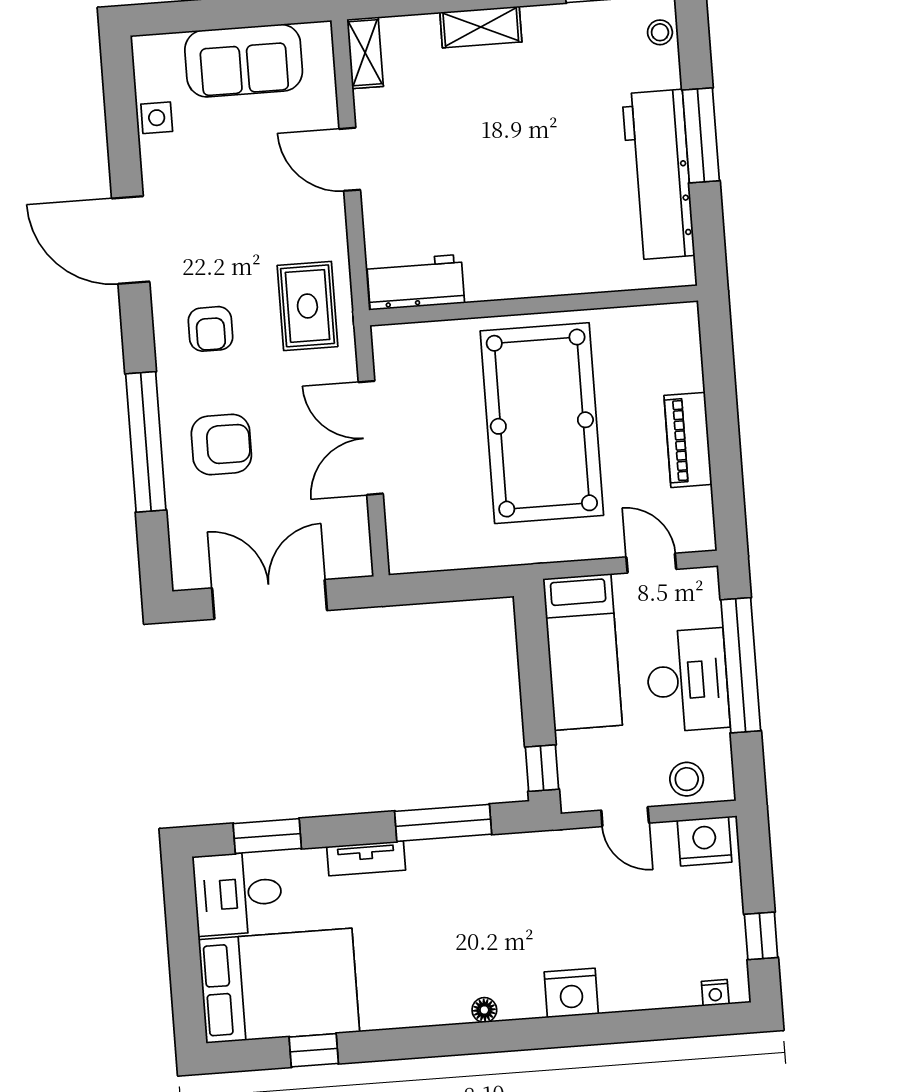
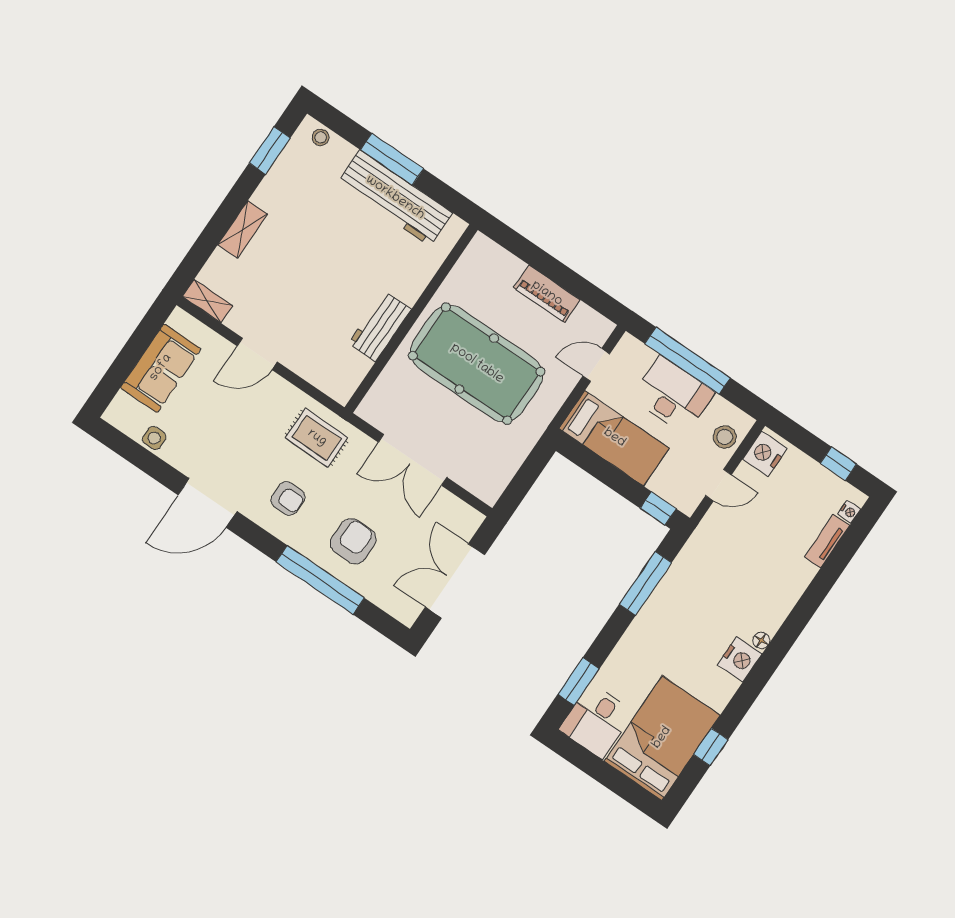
workbench: (416, 282) -> (380, 326), moved
tv unit: (366, 858) -> (827, 541), moved, turned 180
nightstand: (571, 993) -> (740, 659), moved

